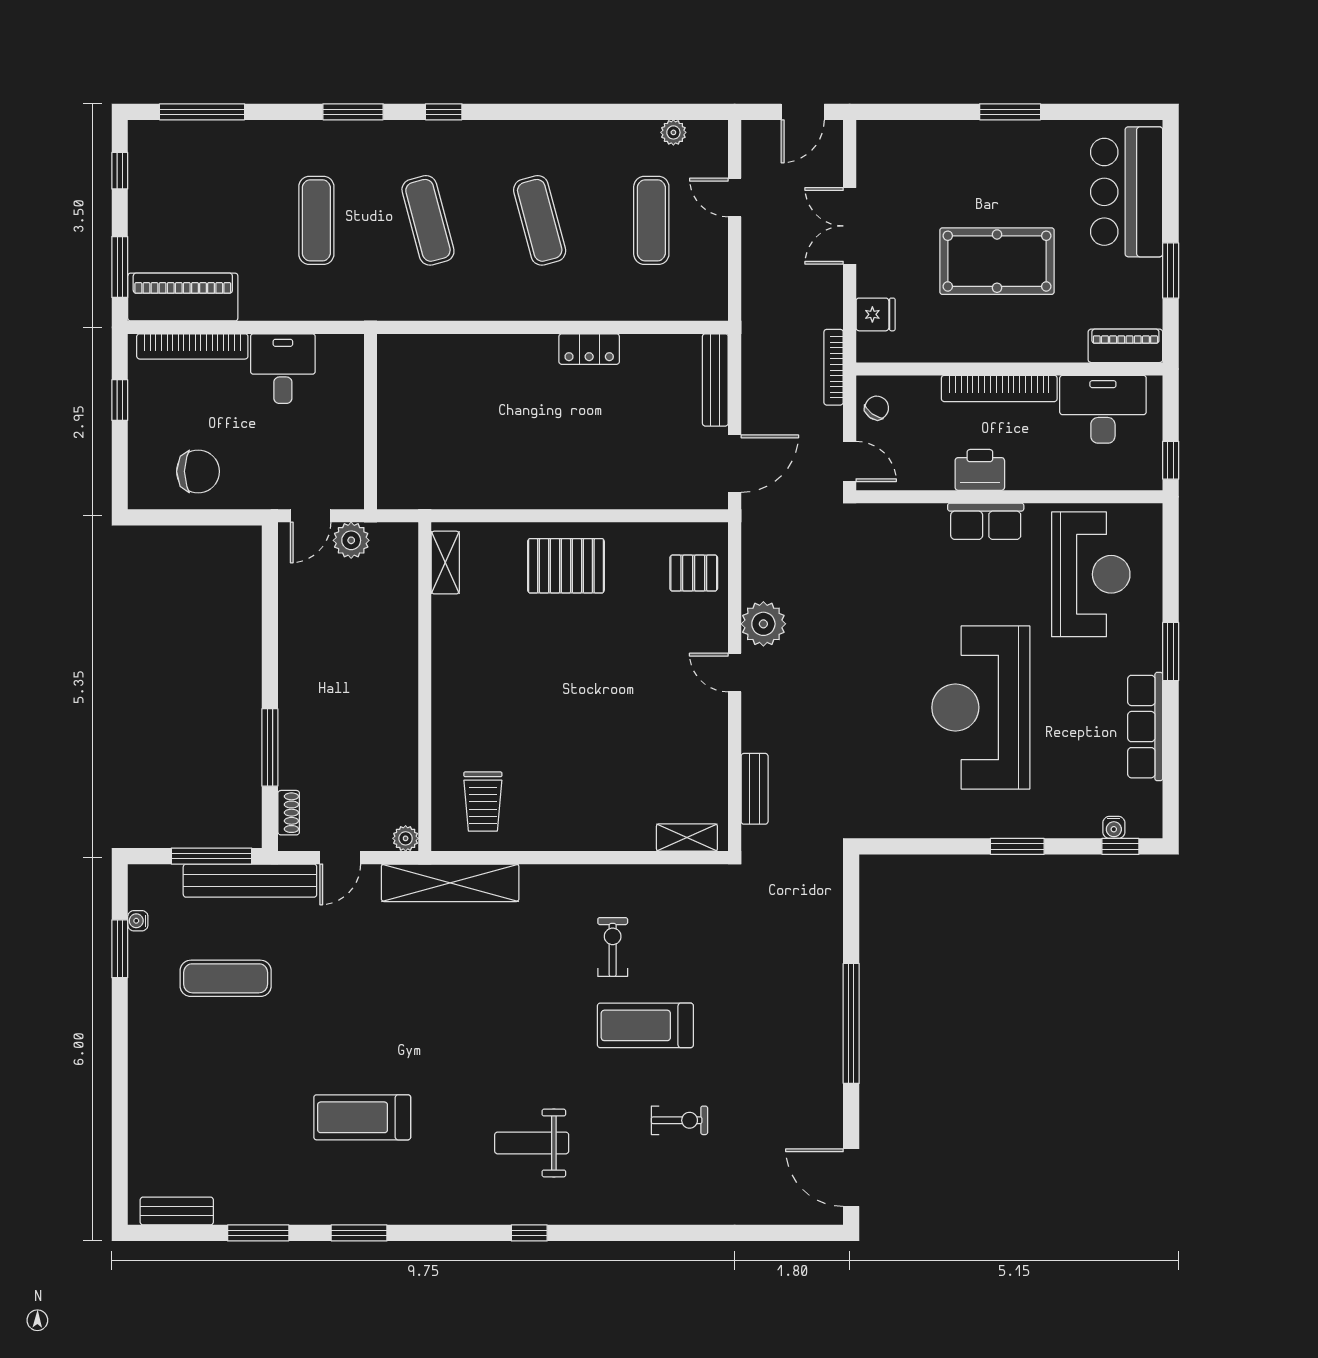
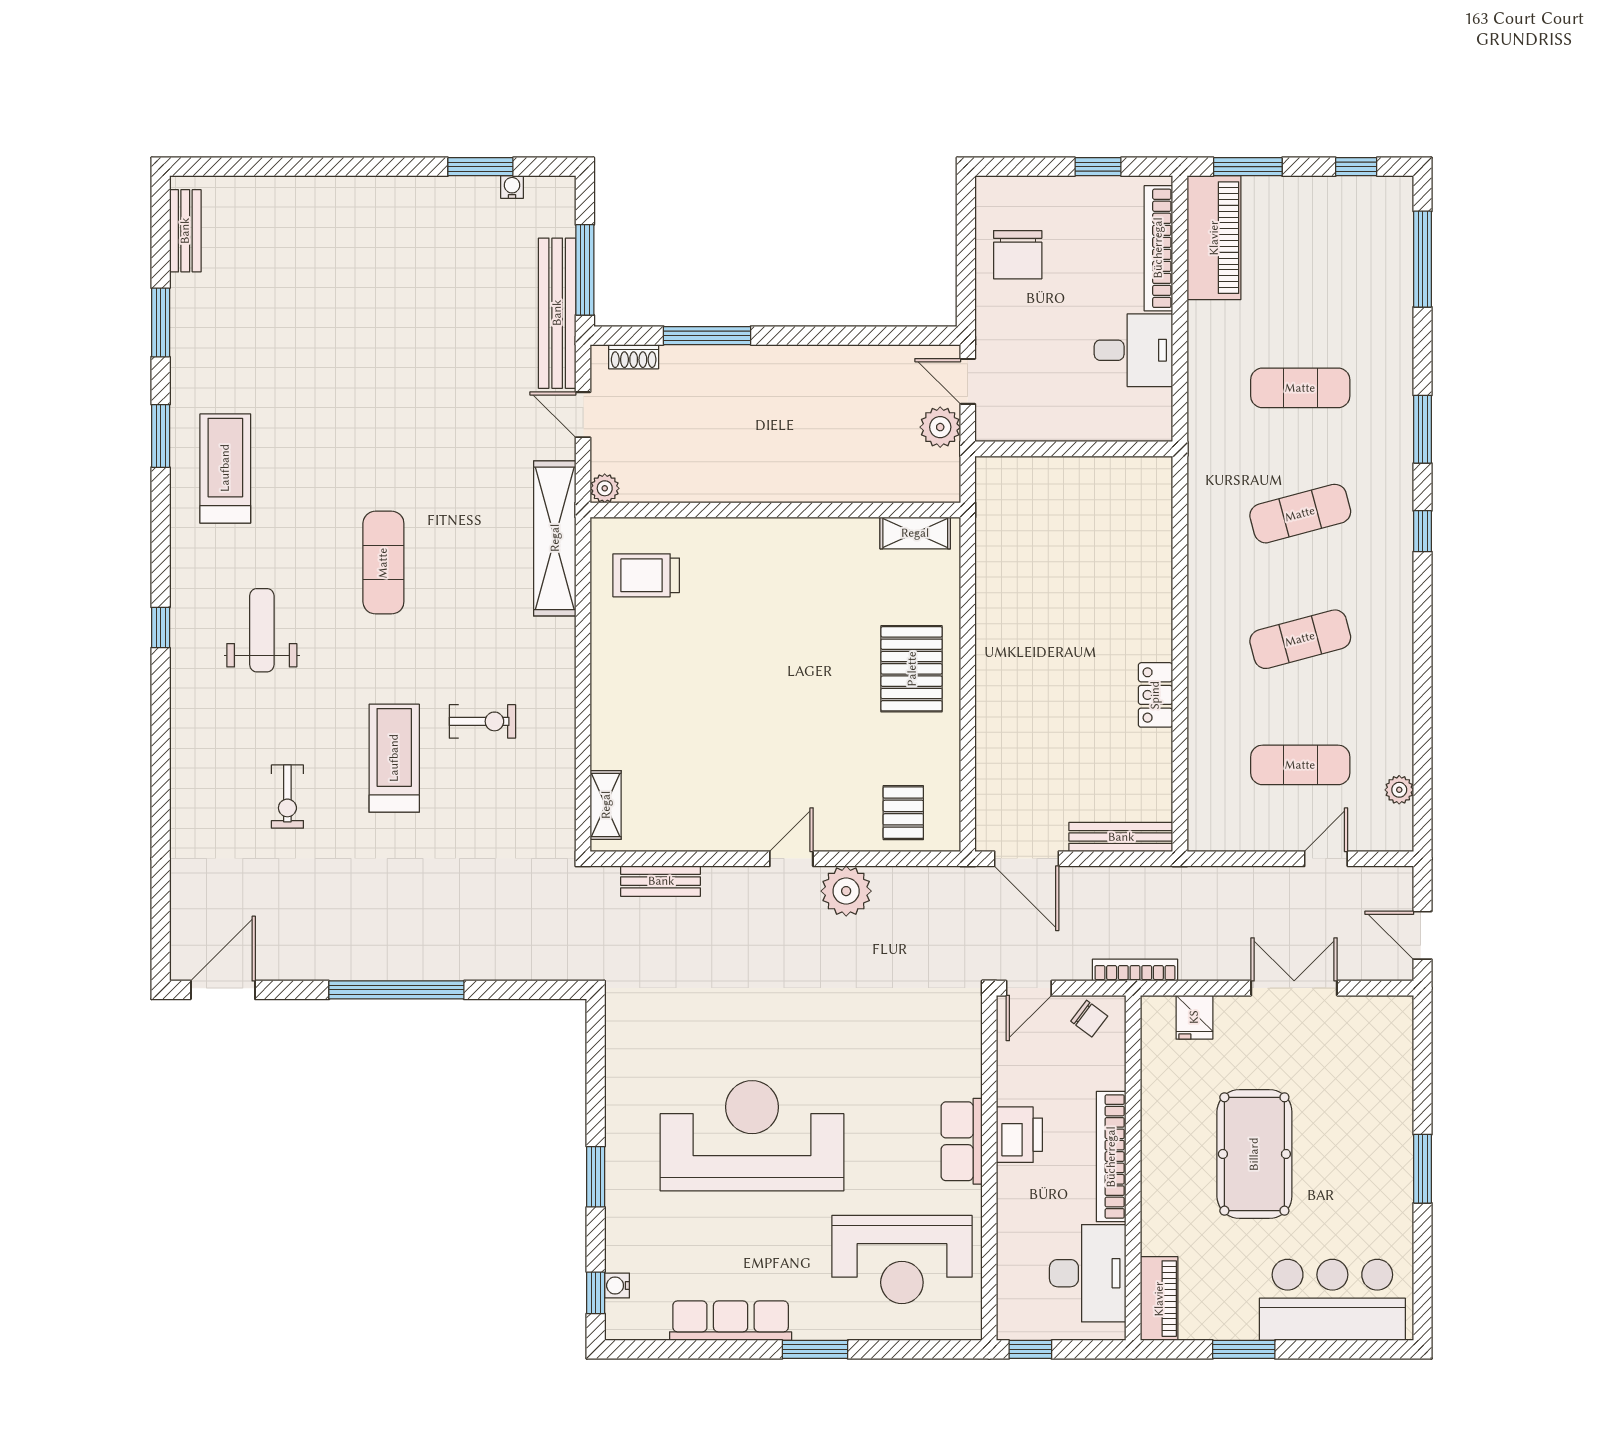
exercise mat: (226, 978) -> (383, 563), moved
treadmill: (362, 1117) -> (225, 468), moved

